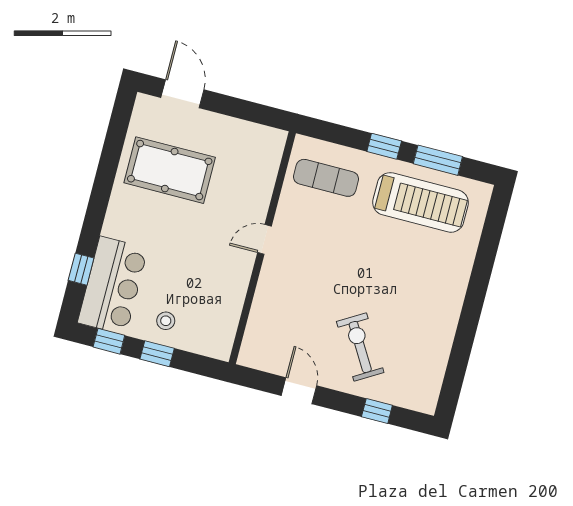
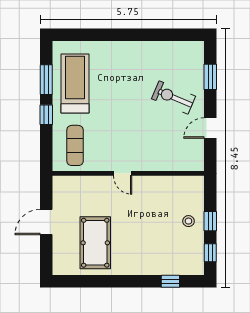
door: (182, 94) -> (46, 222), moved
bar counter: (113, 286) -> (175, 259), removed
exercise bike: (360, 347) -> (173, 97), turned 54
window: (377, 411) -> (210, 77), width x1.50

